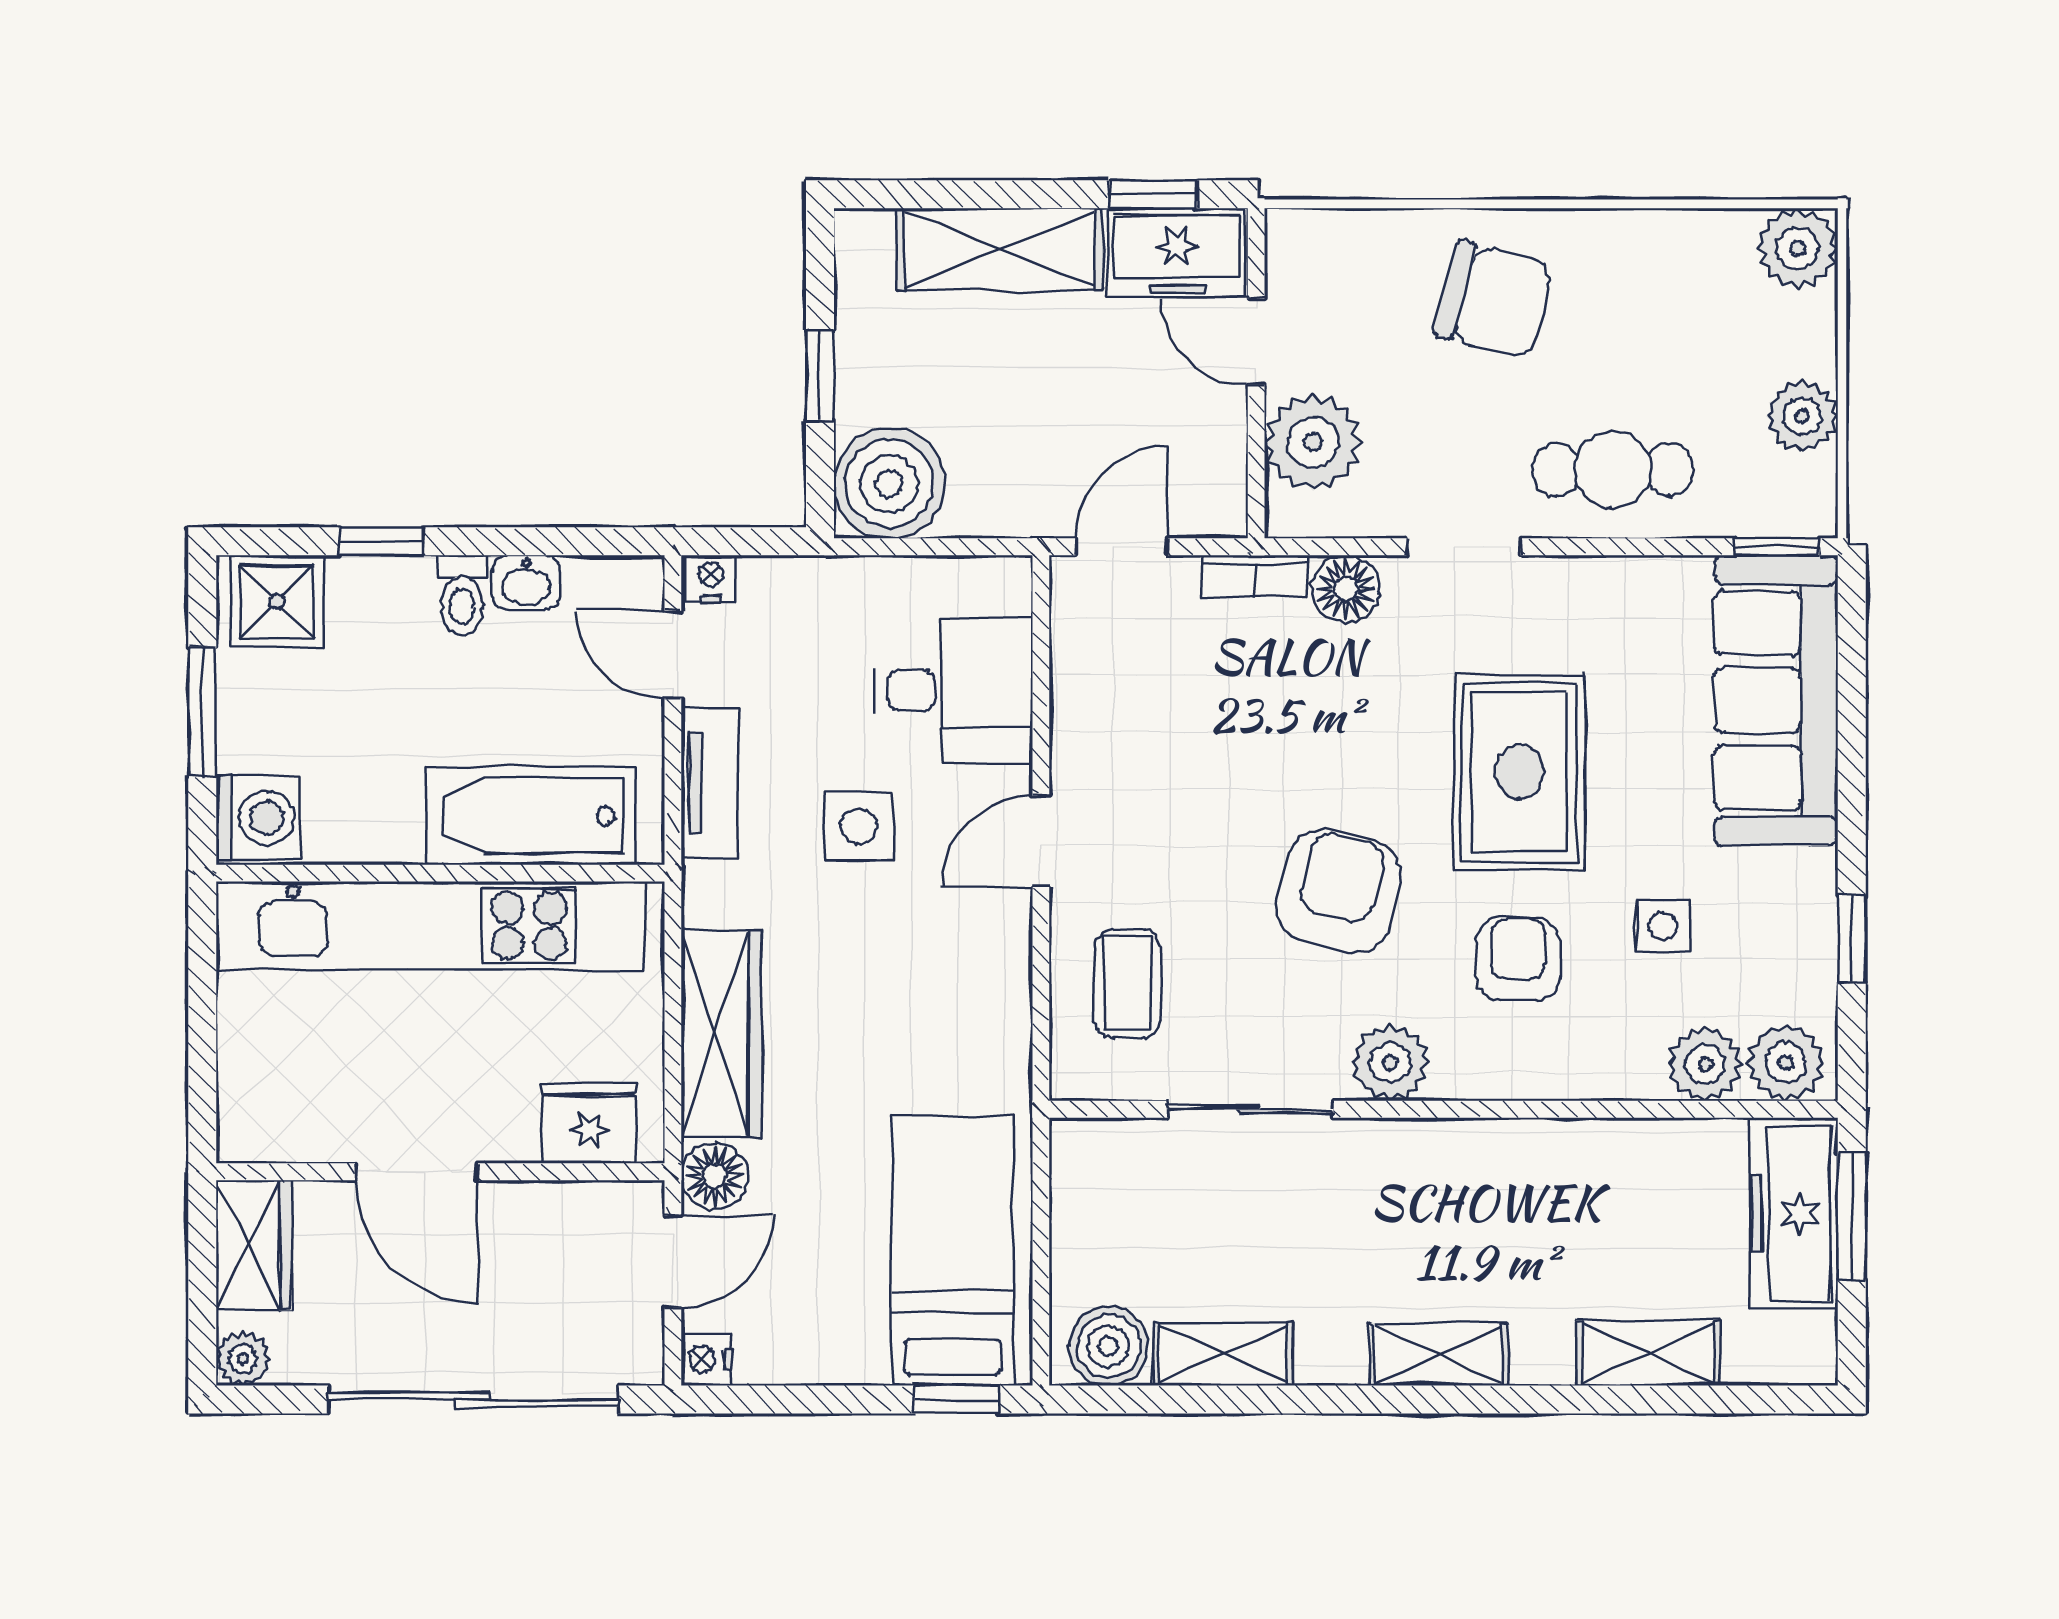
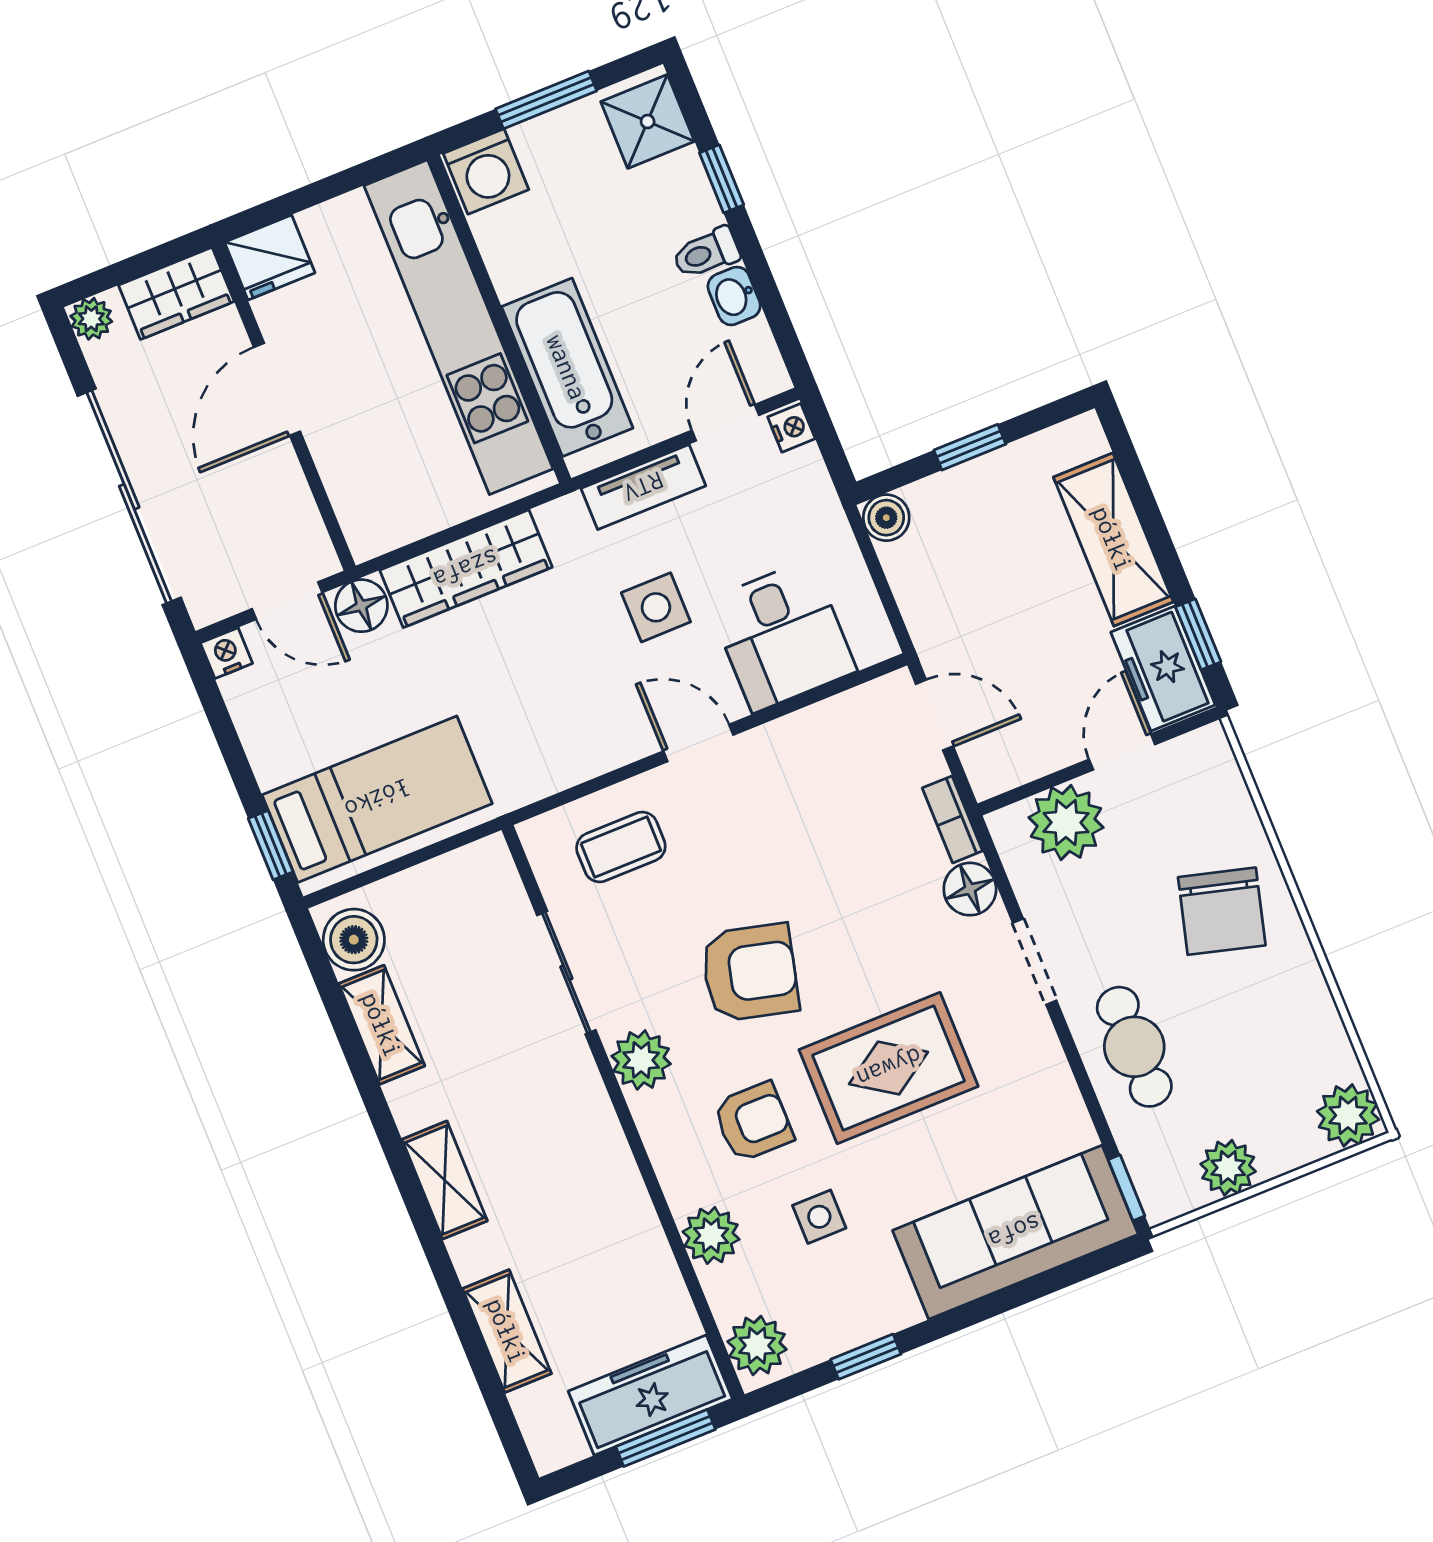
boiler: (889, 483) -> (886, 518), width x0.54, depth x0.54
plant: (1705, 1064) -> (711, 1235), moved
fridge: (589, 1123) -> (270, 257), moved, turned 90

